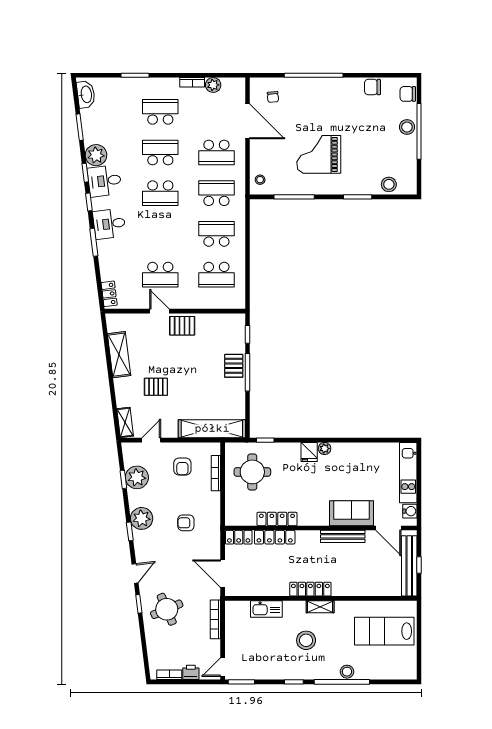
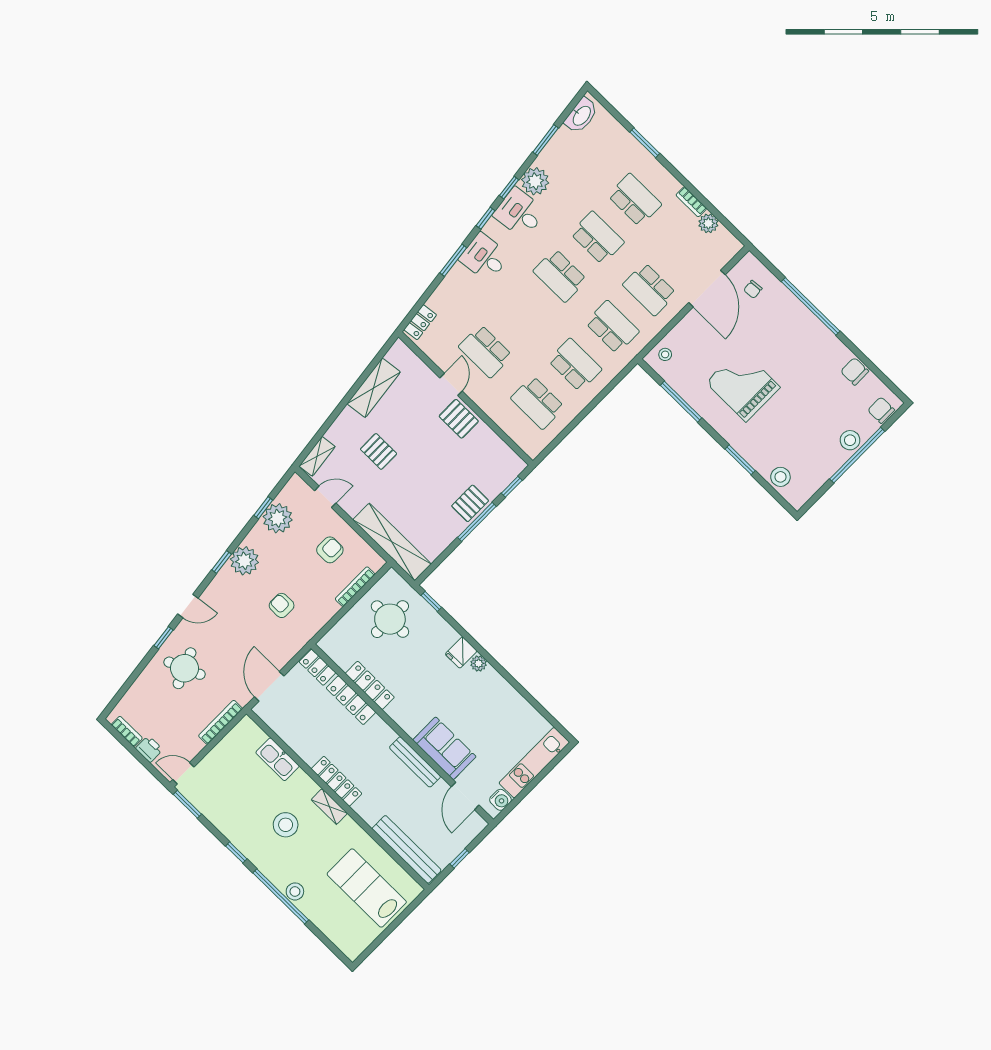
armchair: (182, 467) -> (330, 550), turned 180
bench: (409, 566) -> (407, 849), moved, turned 90

